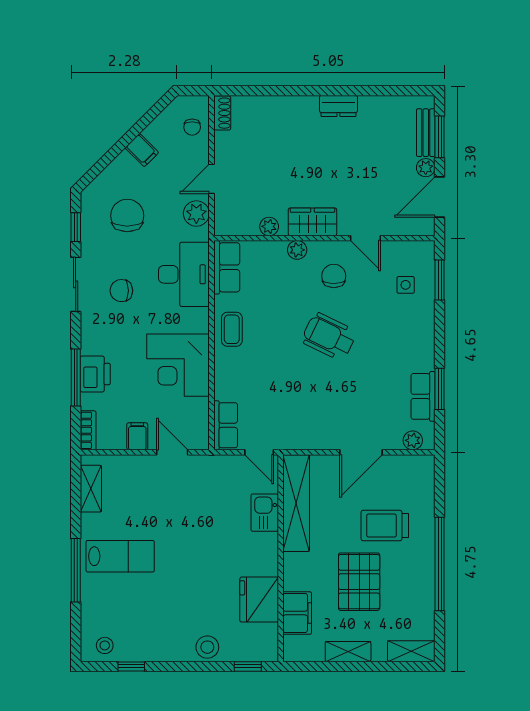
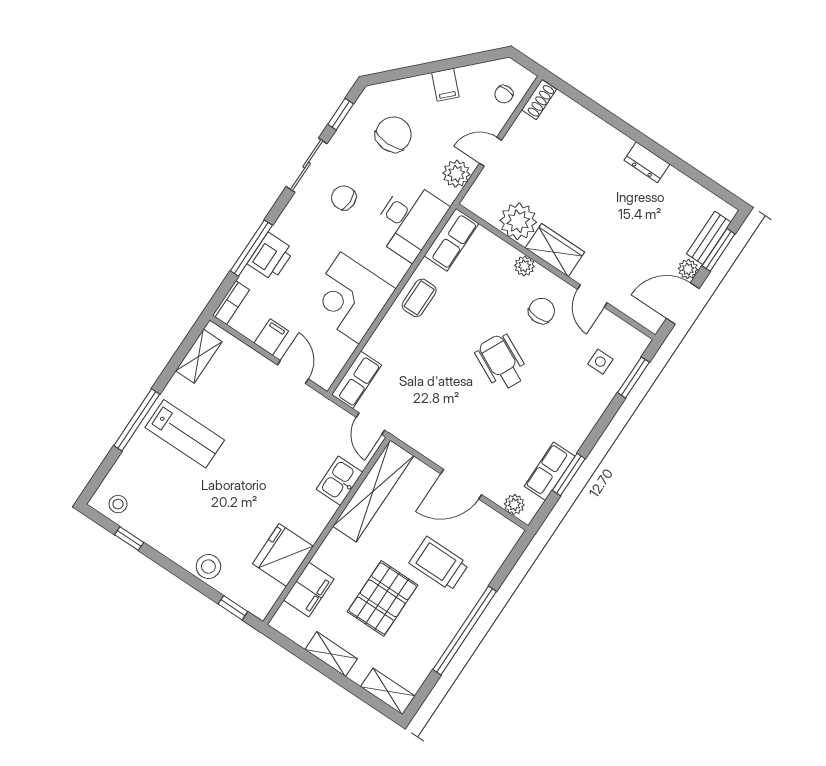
plant: (269, 226) -> (518, 221), width x1.88, depth x1.88

